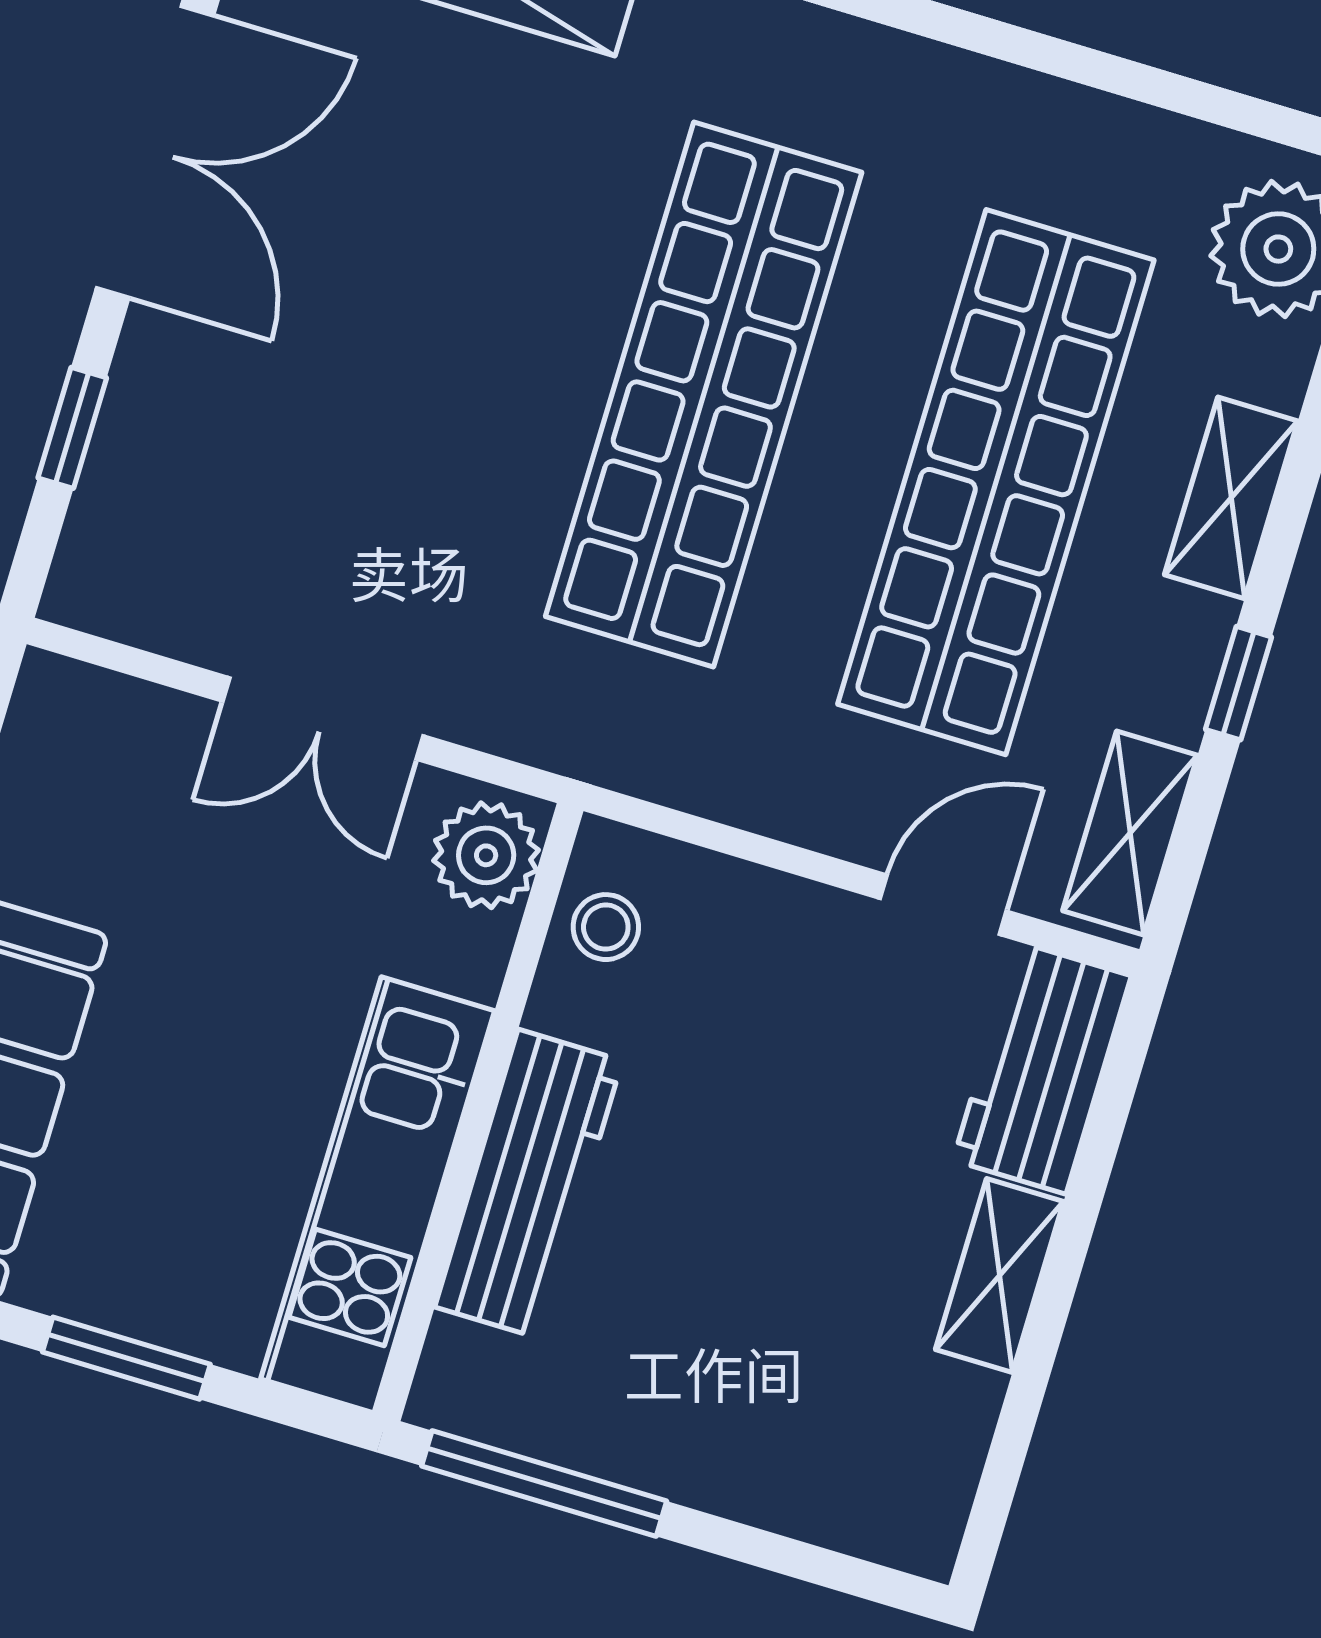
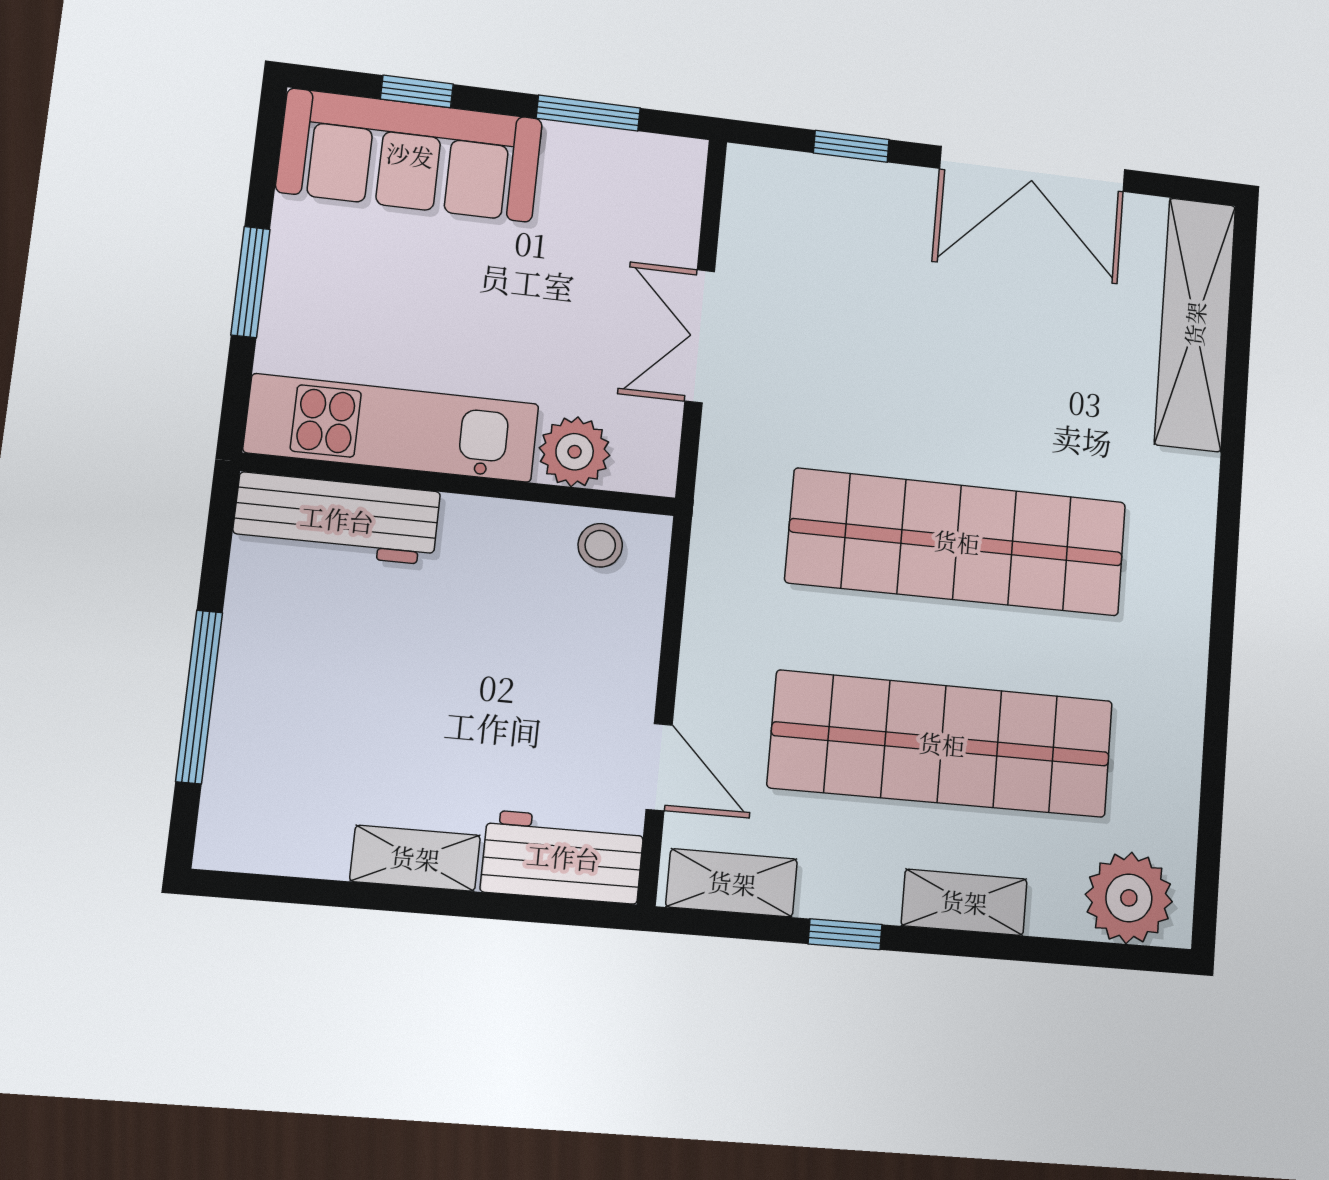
plant: (486, 855) -> (575, 452), moved
workbench: (529, 1184) -> (337, 519), moved
window: (544, 1483) -> (199, 697), moved

